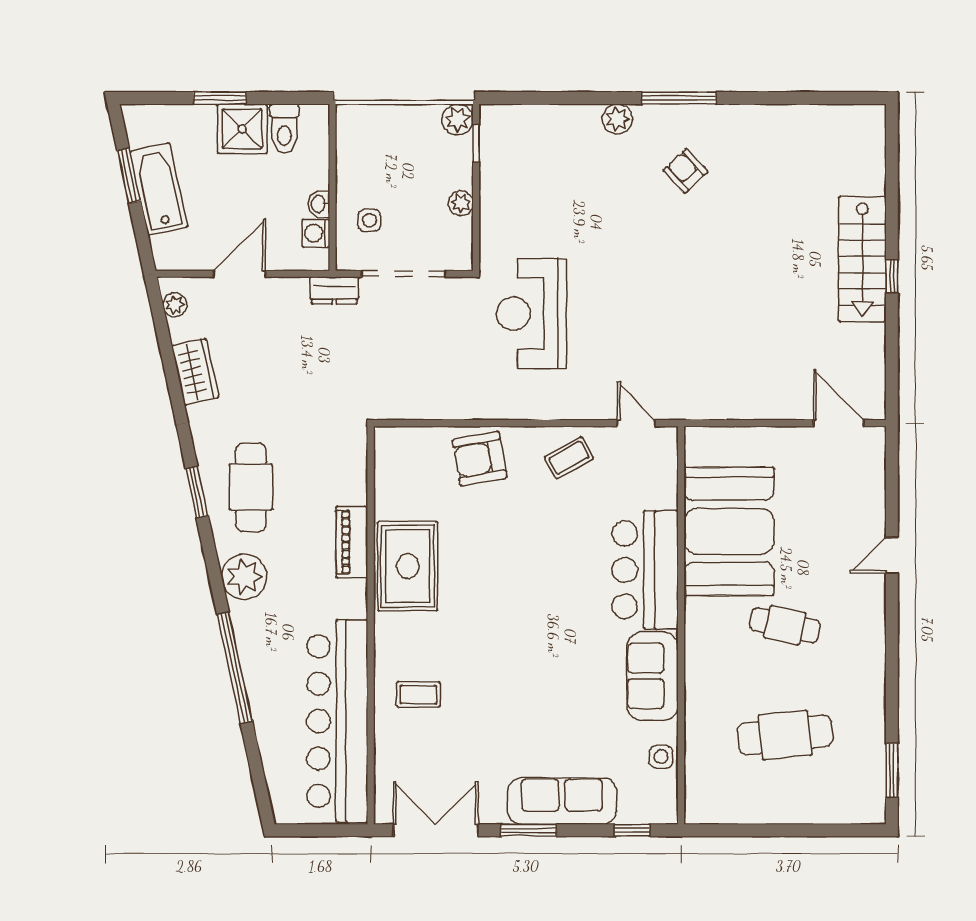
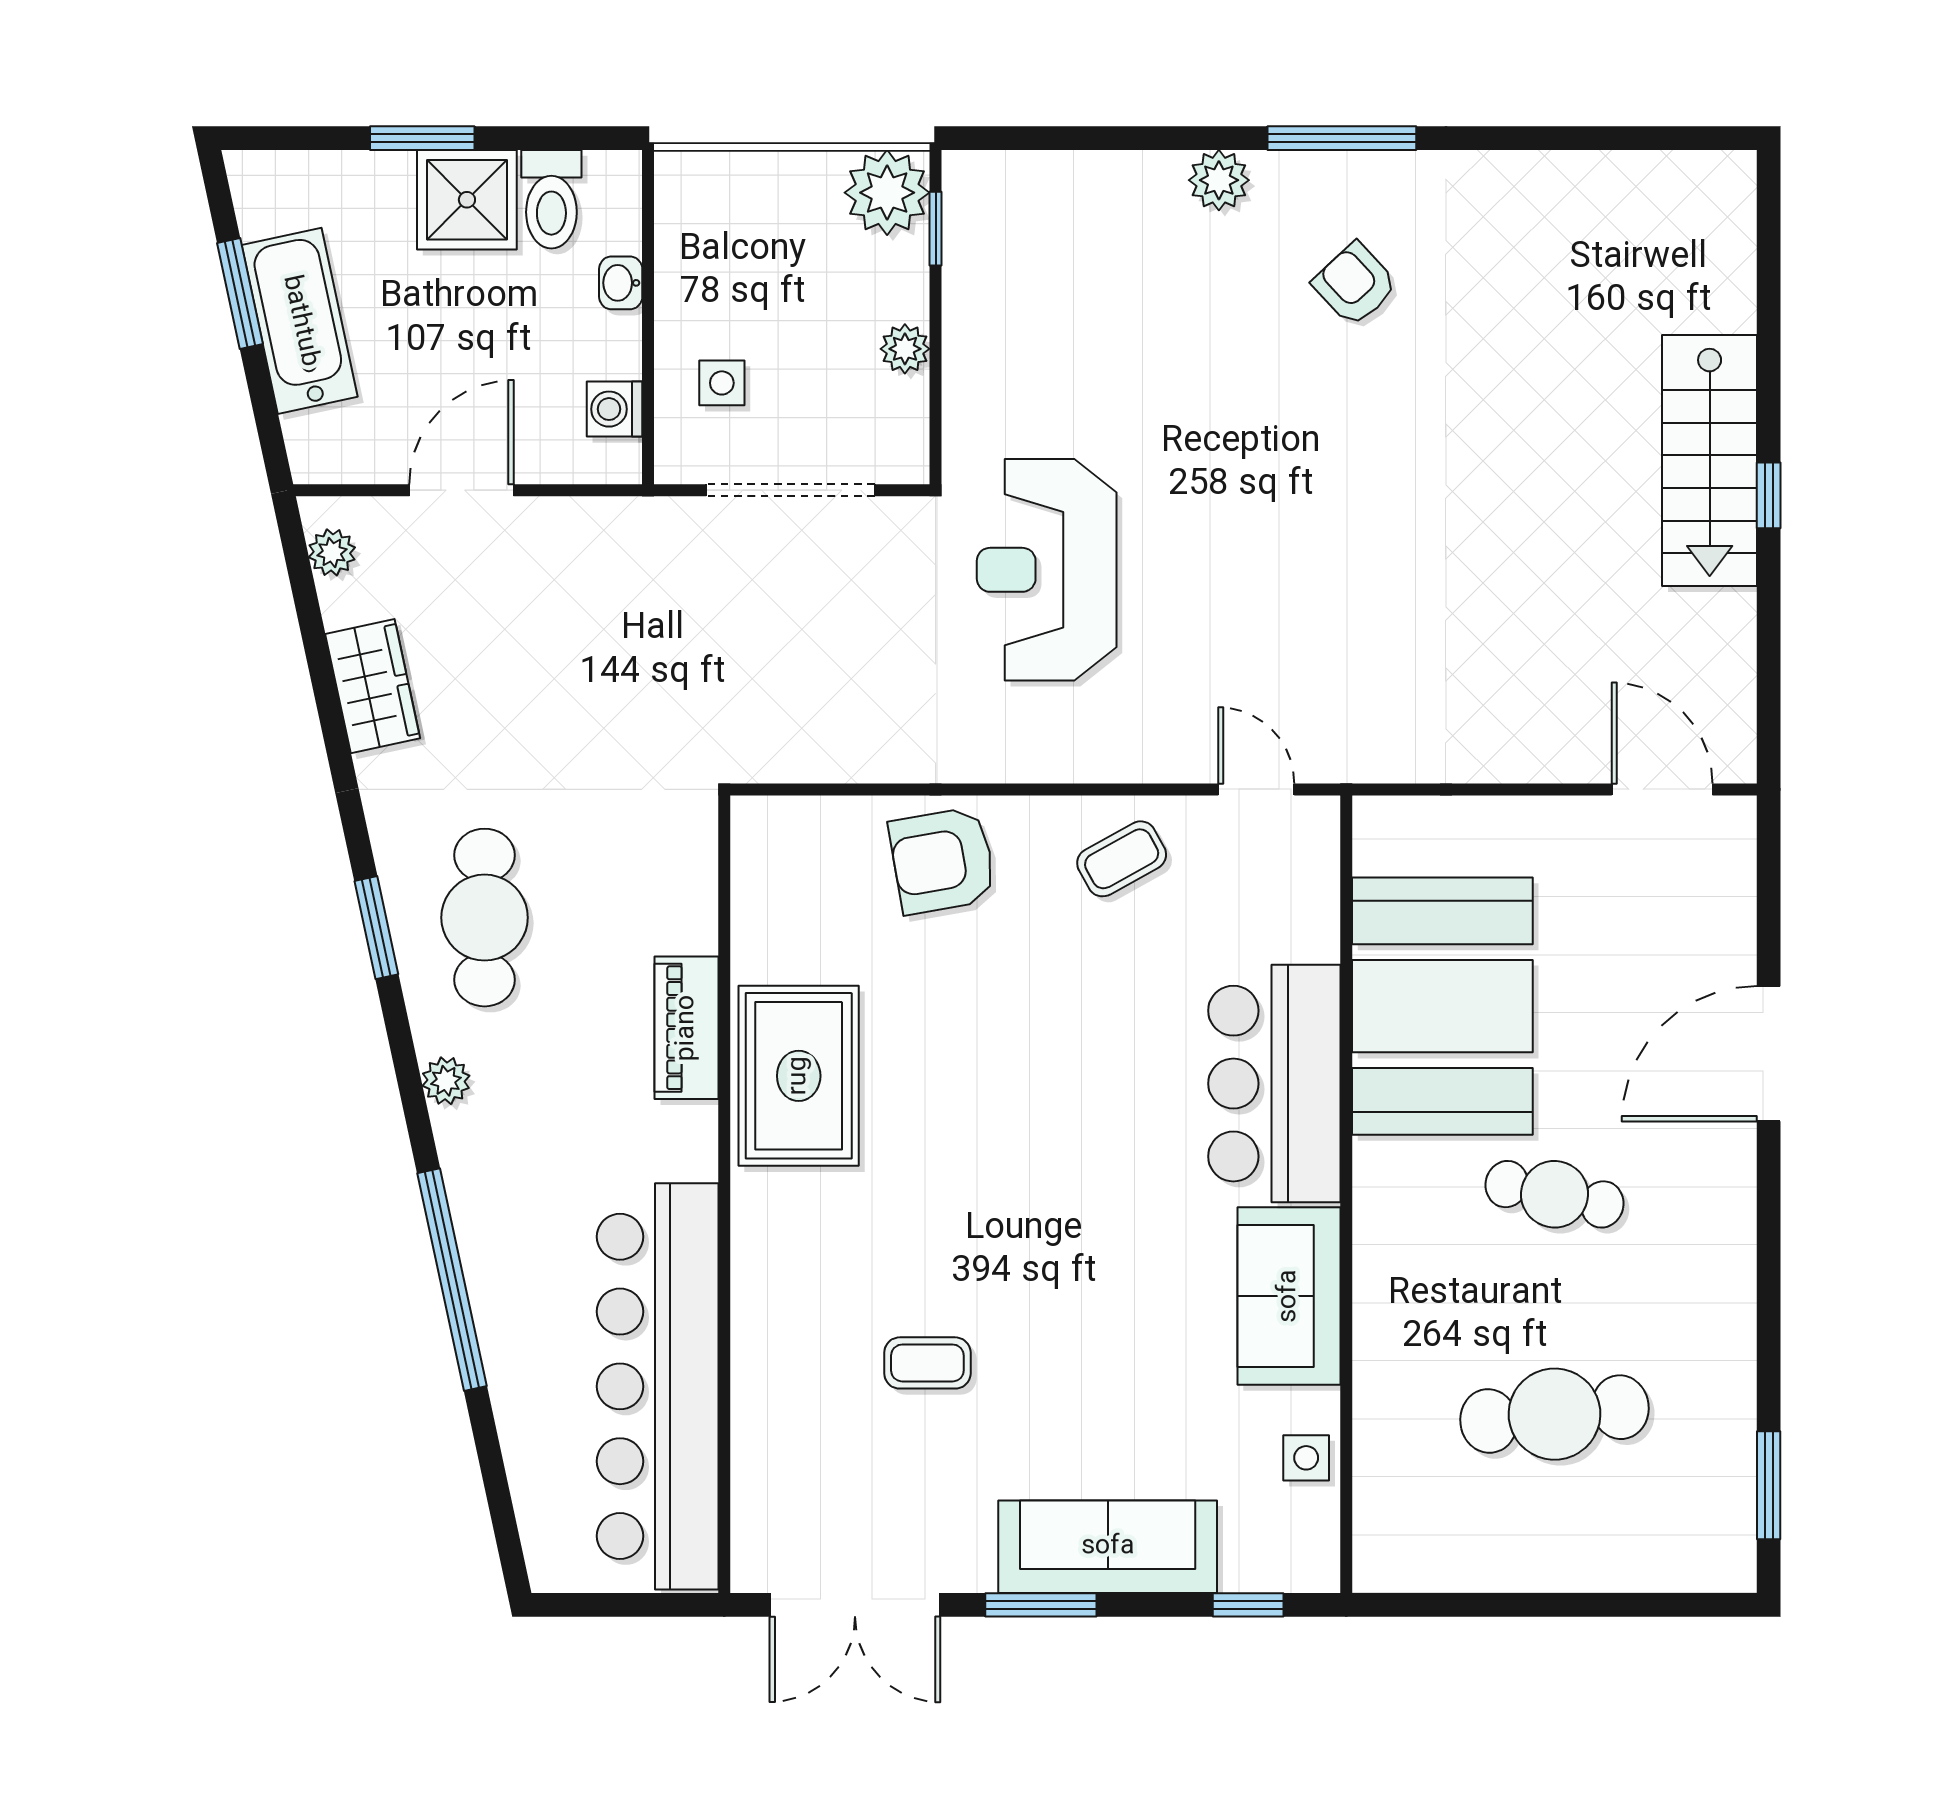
plant: (458, 120) -> (887, 193), width x1.36, depth x1.36
washbasin: (319, 204) -> (621, 283), moved
dresser: (334, 290) -> (652, 524), removed
door: (892, 555) -> (1769, 1054), width x1.87
plant: (244, 577) -> (446, 1081), width x0.53, depth x0.53
coffee table: (418, 694) -> (927, 1363), moved
double door: (436, 830) -> (855, 1605), swing flipped

